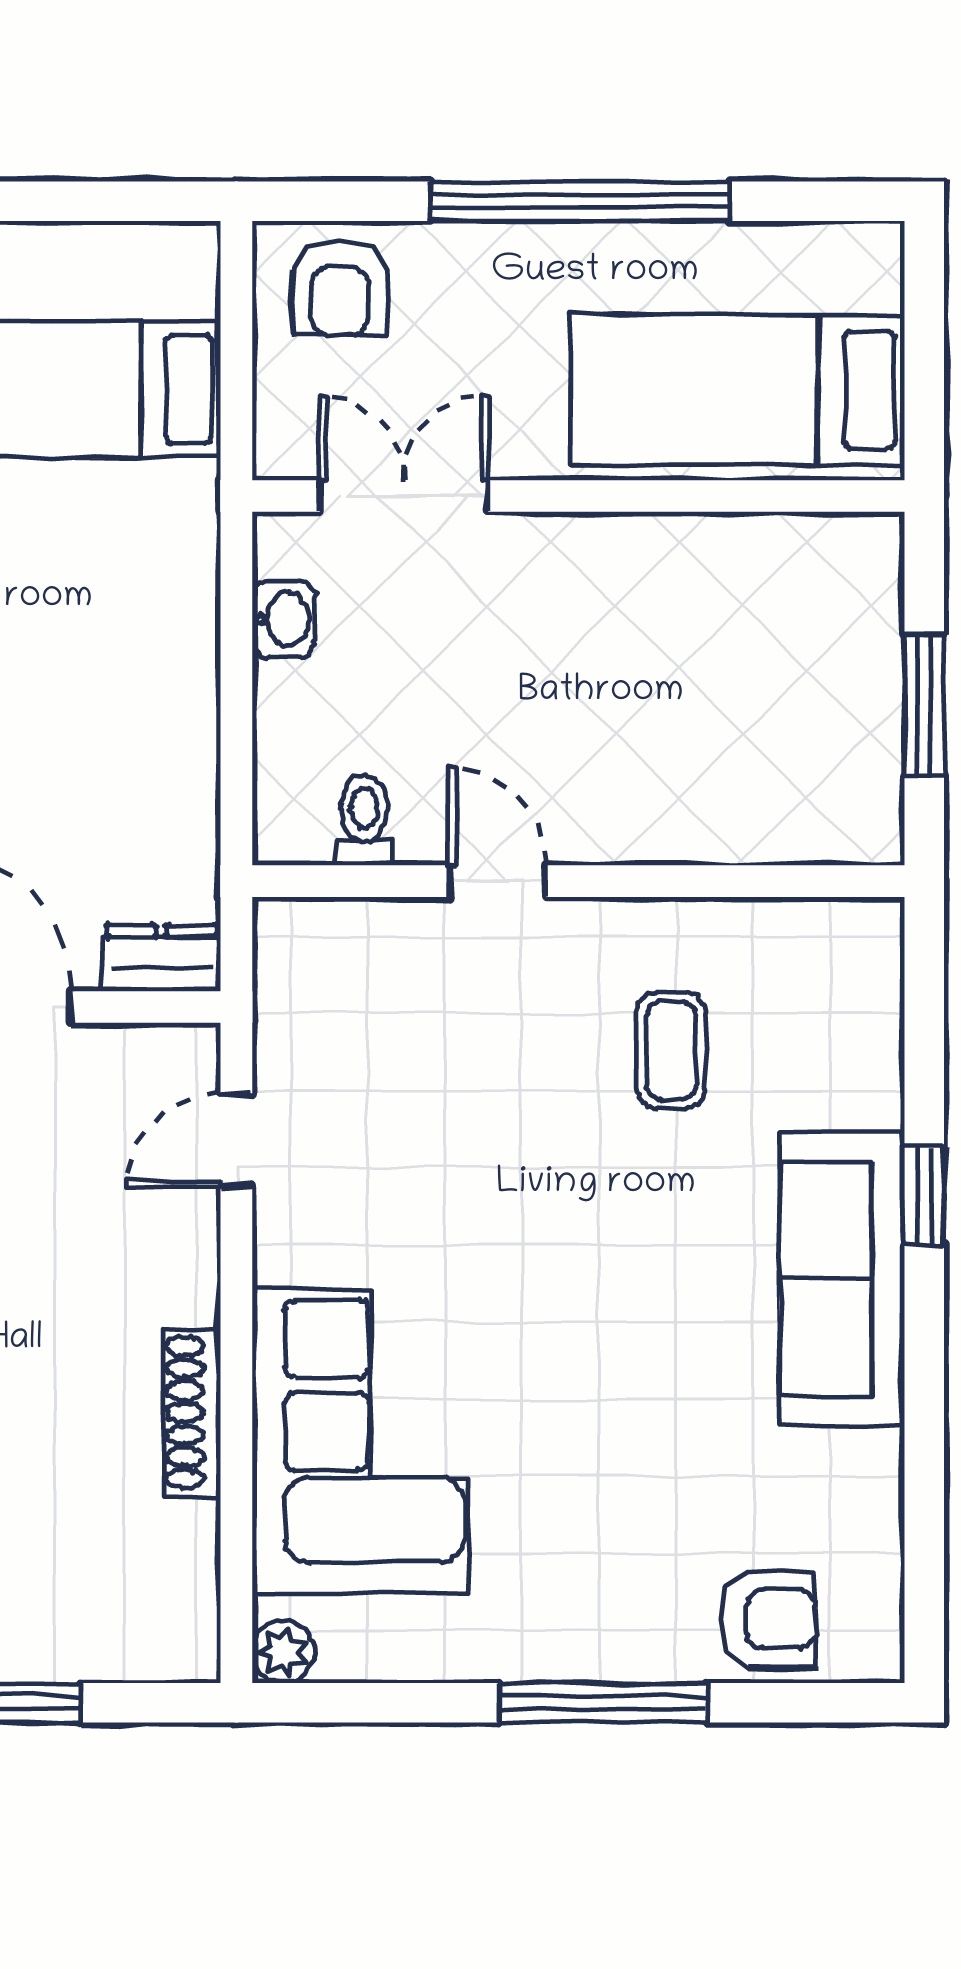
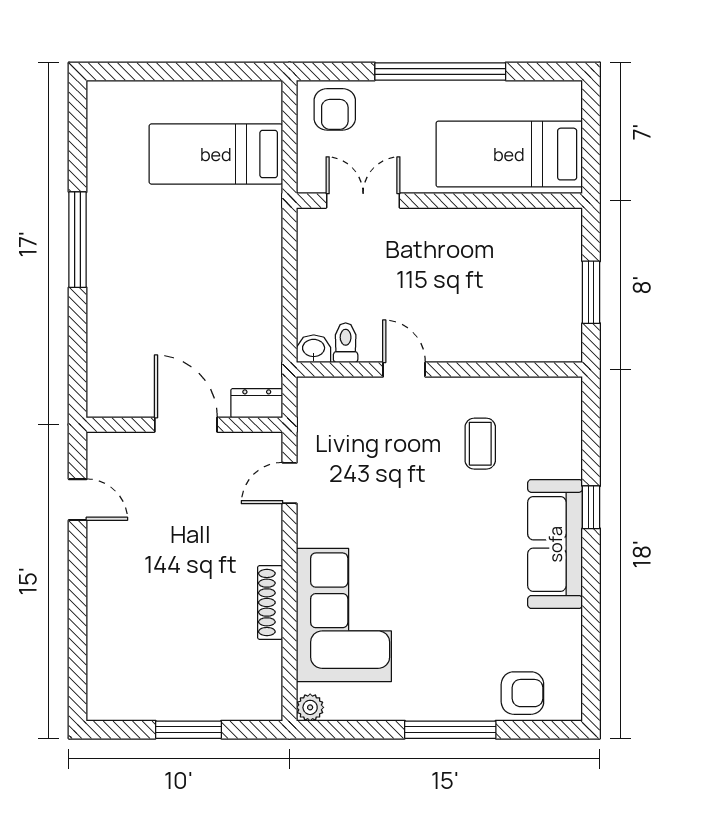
washbasin: (284, 619) -> (314, 349), moved, turned -90

